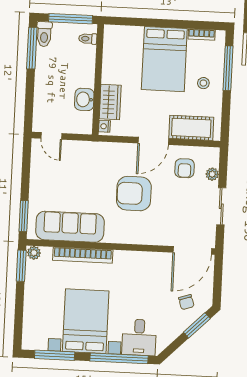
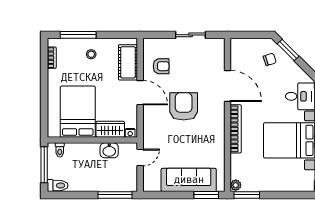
window: (32, 48) -> (115, 195), moved
bed: (164, 59) -> (78, 112), moved, turned -90
door: (51, 136) -> (140, 157), moved
plant: (212, 174) -> (165, 43), removed
armchair: (134, 194) -> (184, 106), turned 180
sofa: (70, 227) -> (189, 180), moved, turned 90
door: (192, 250) -> (227, 86), moved
bookcase: (83, 255) -> (236, 129), moved

